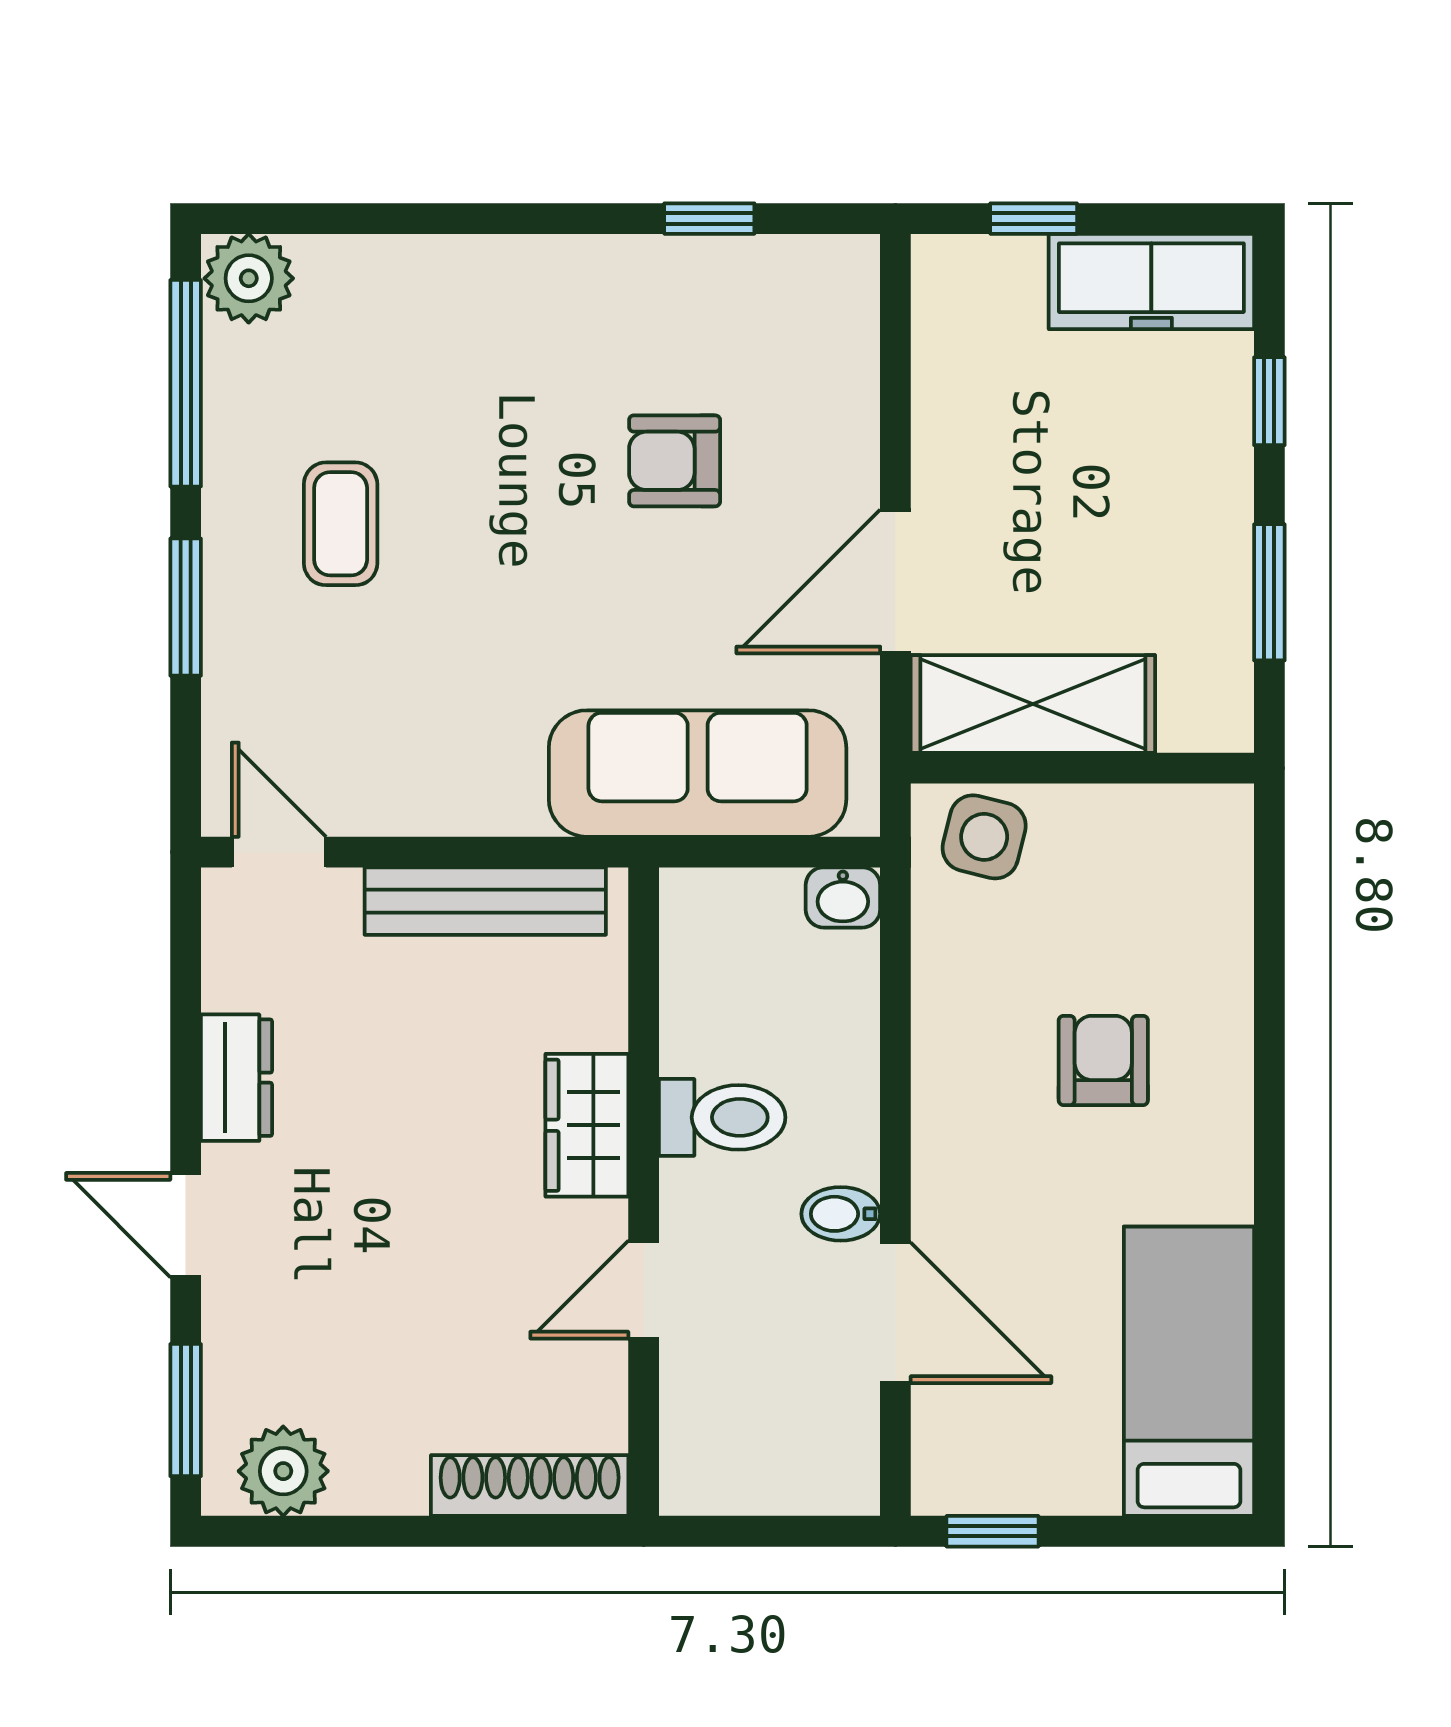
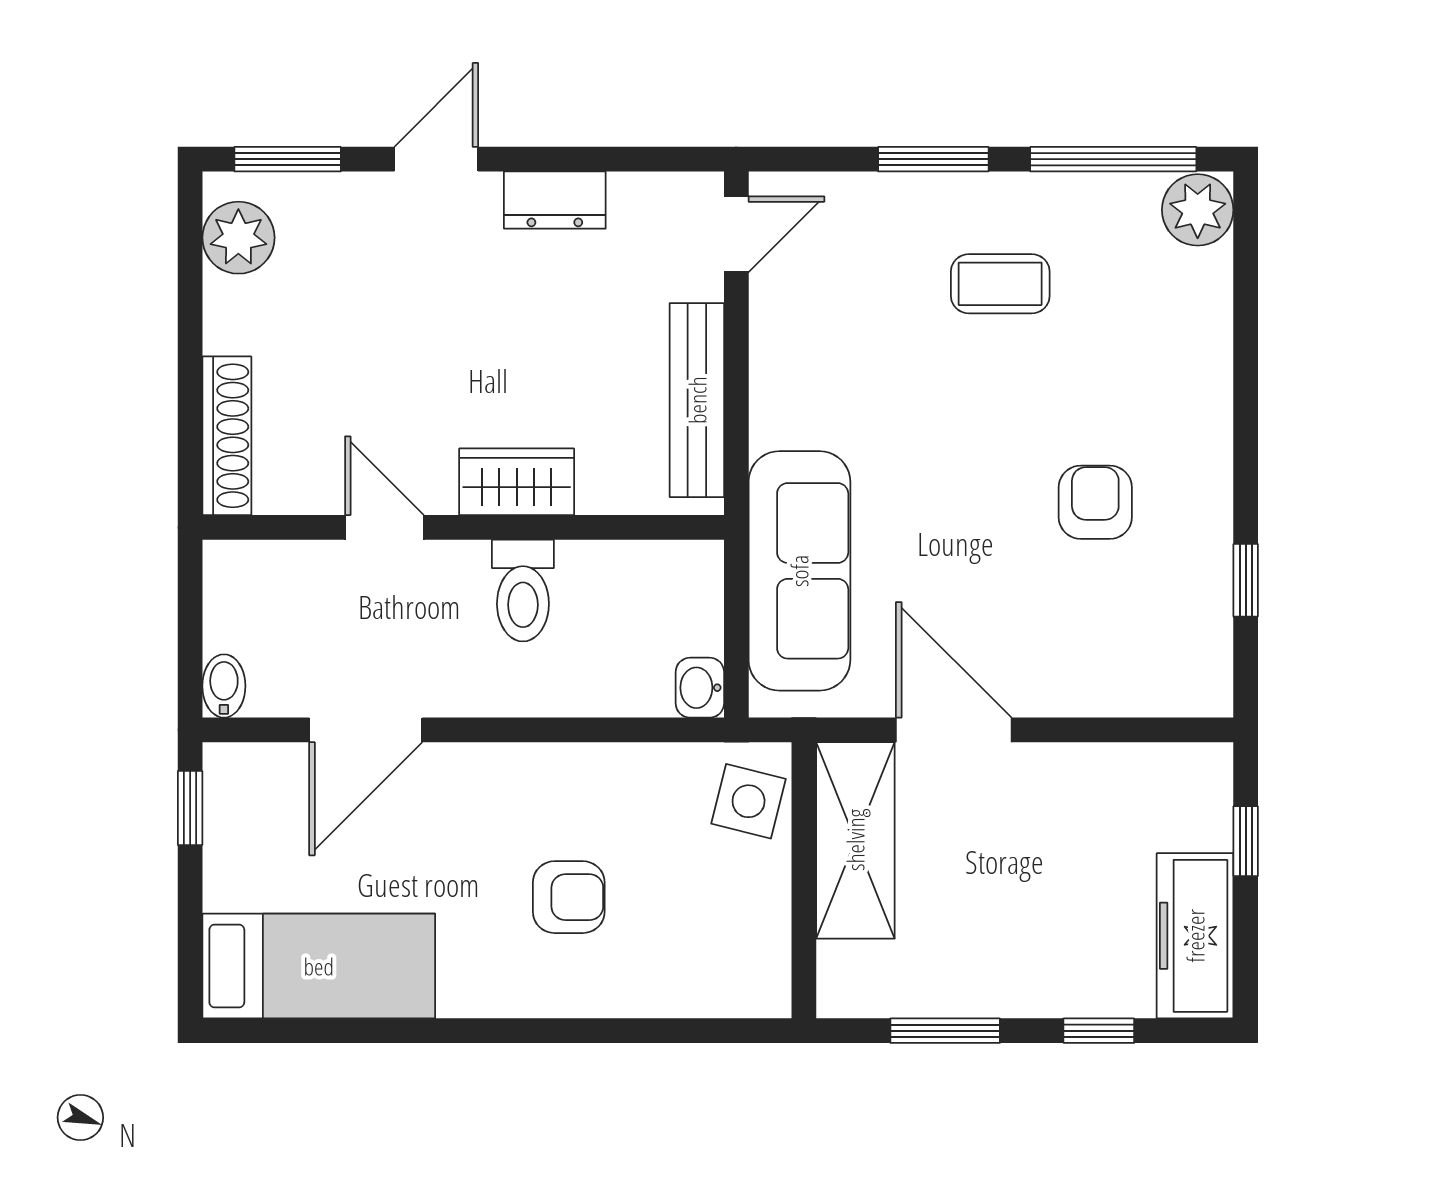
armchair: (675, 461) -> (1095, 502), moved
bidet: (841, 1214) -> (224, 686), moved

